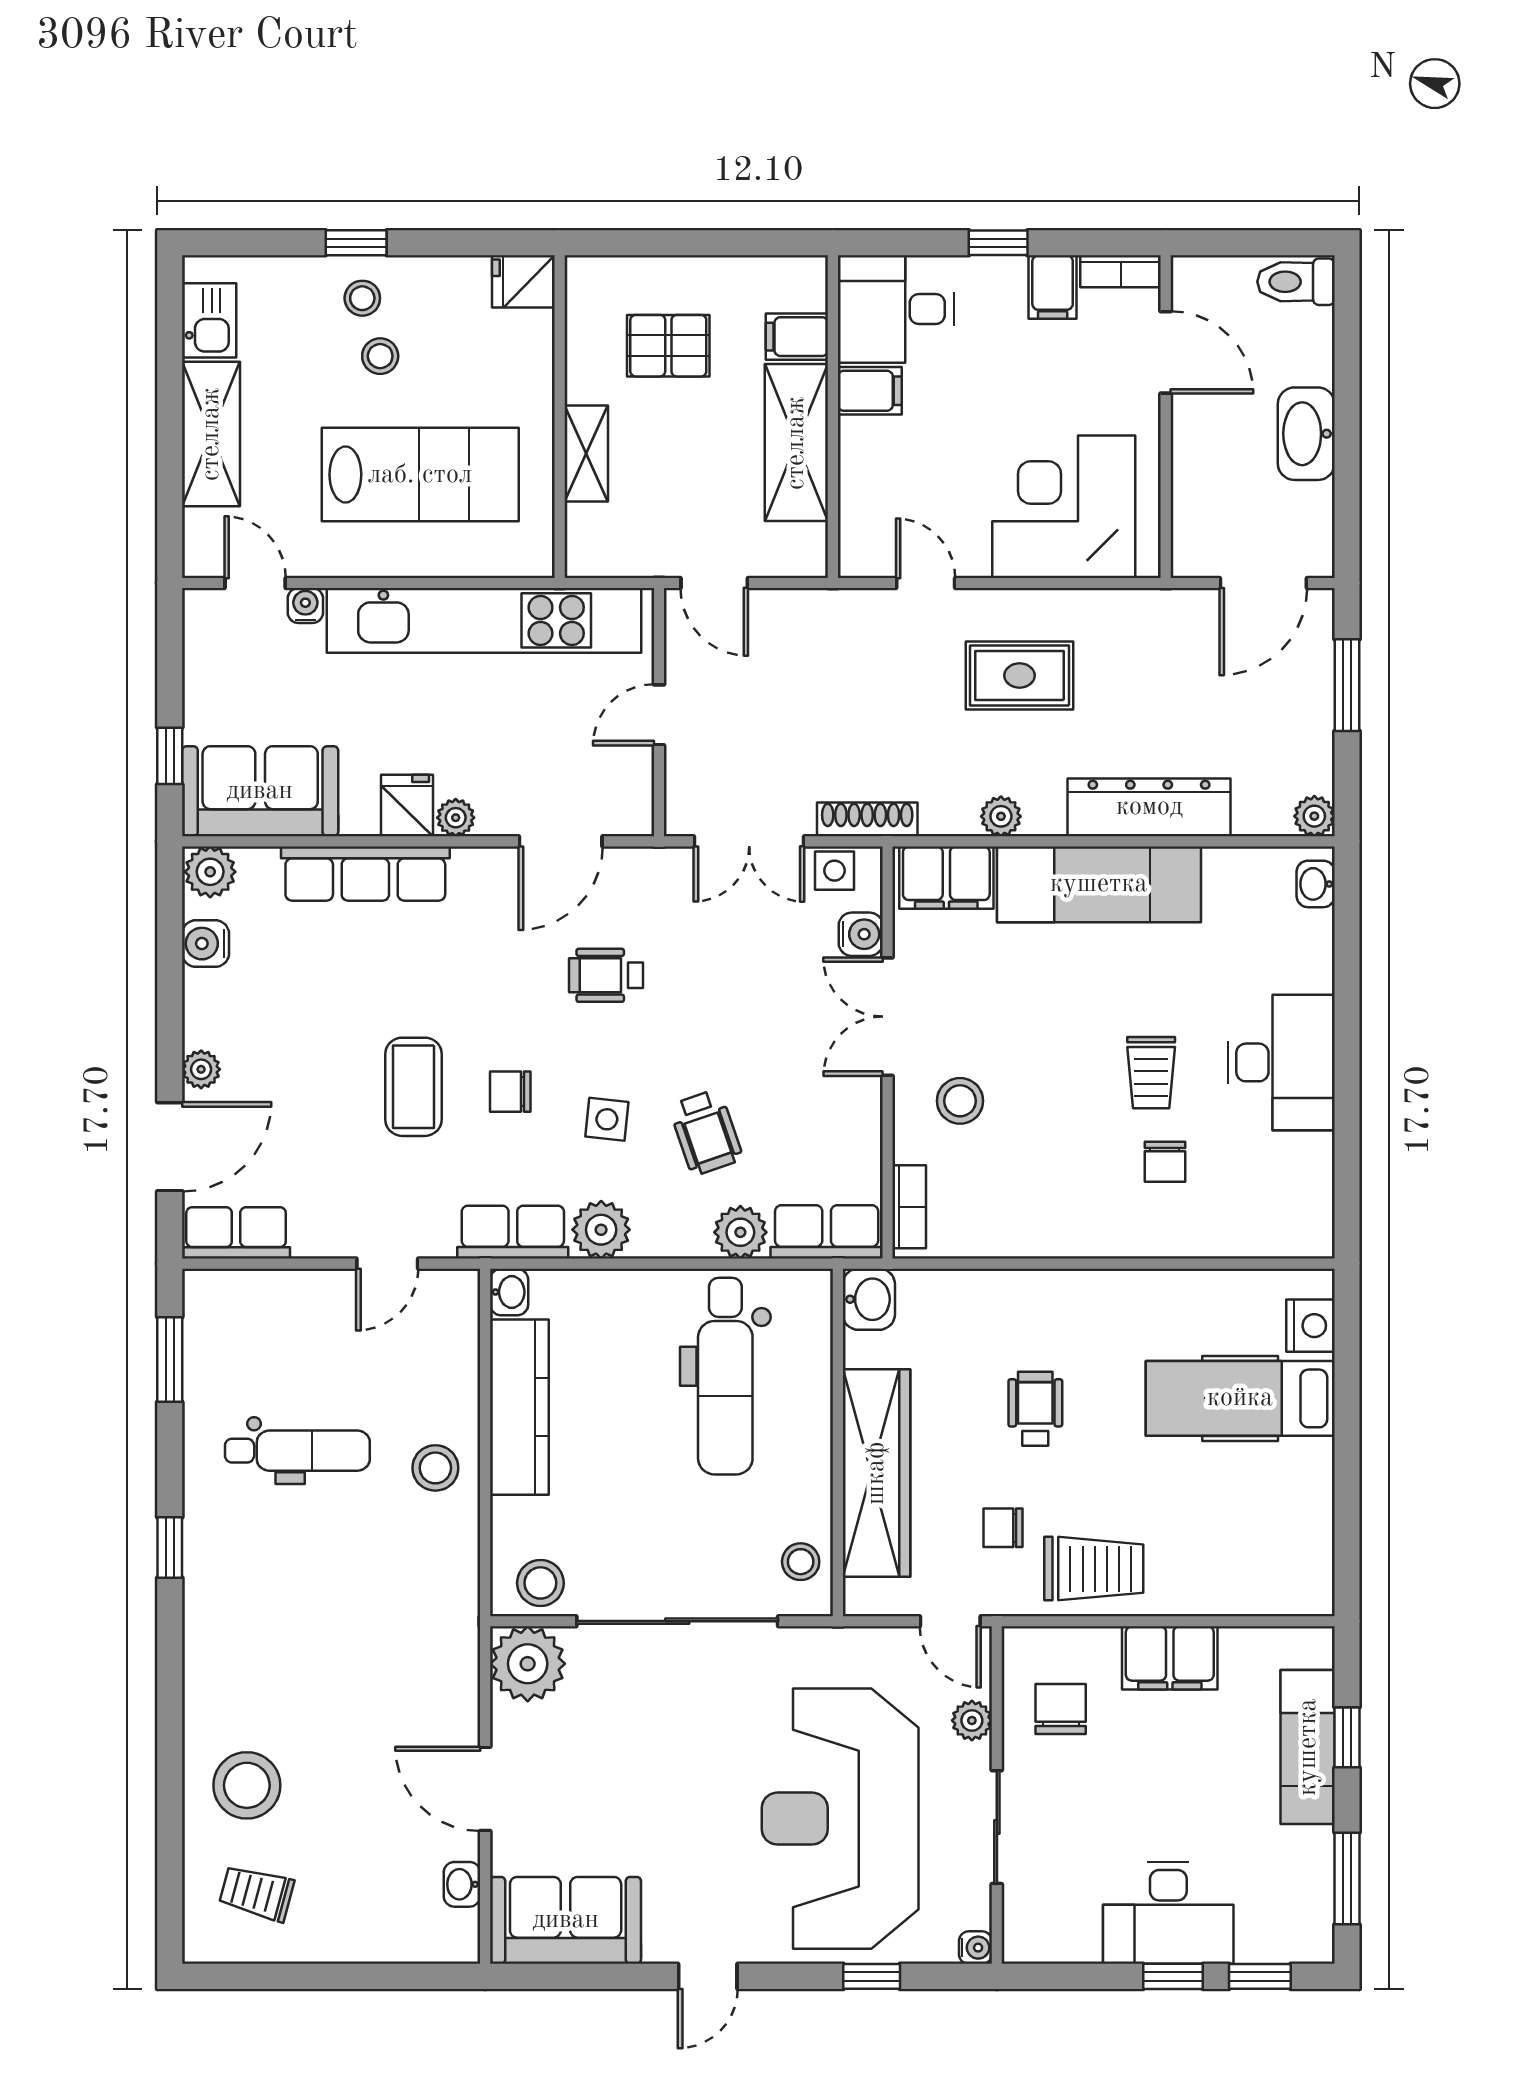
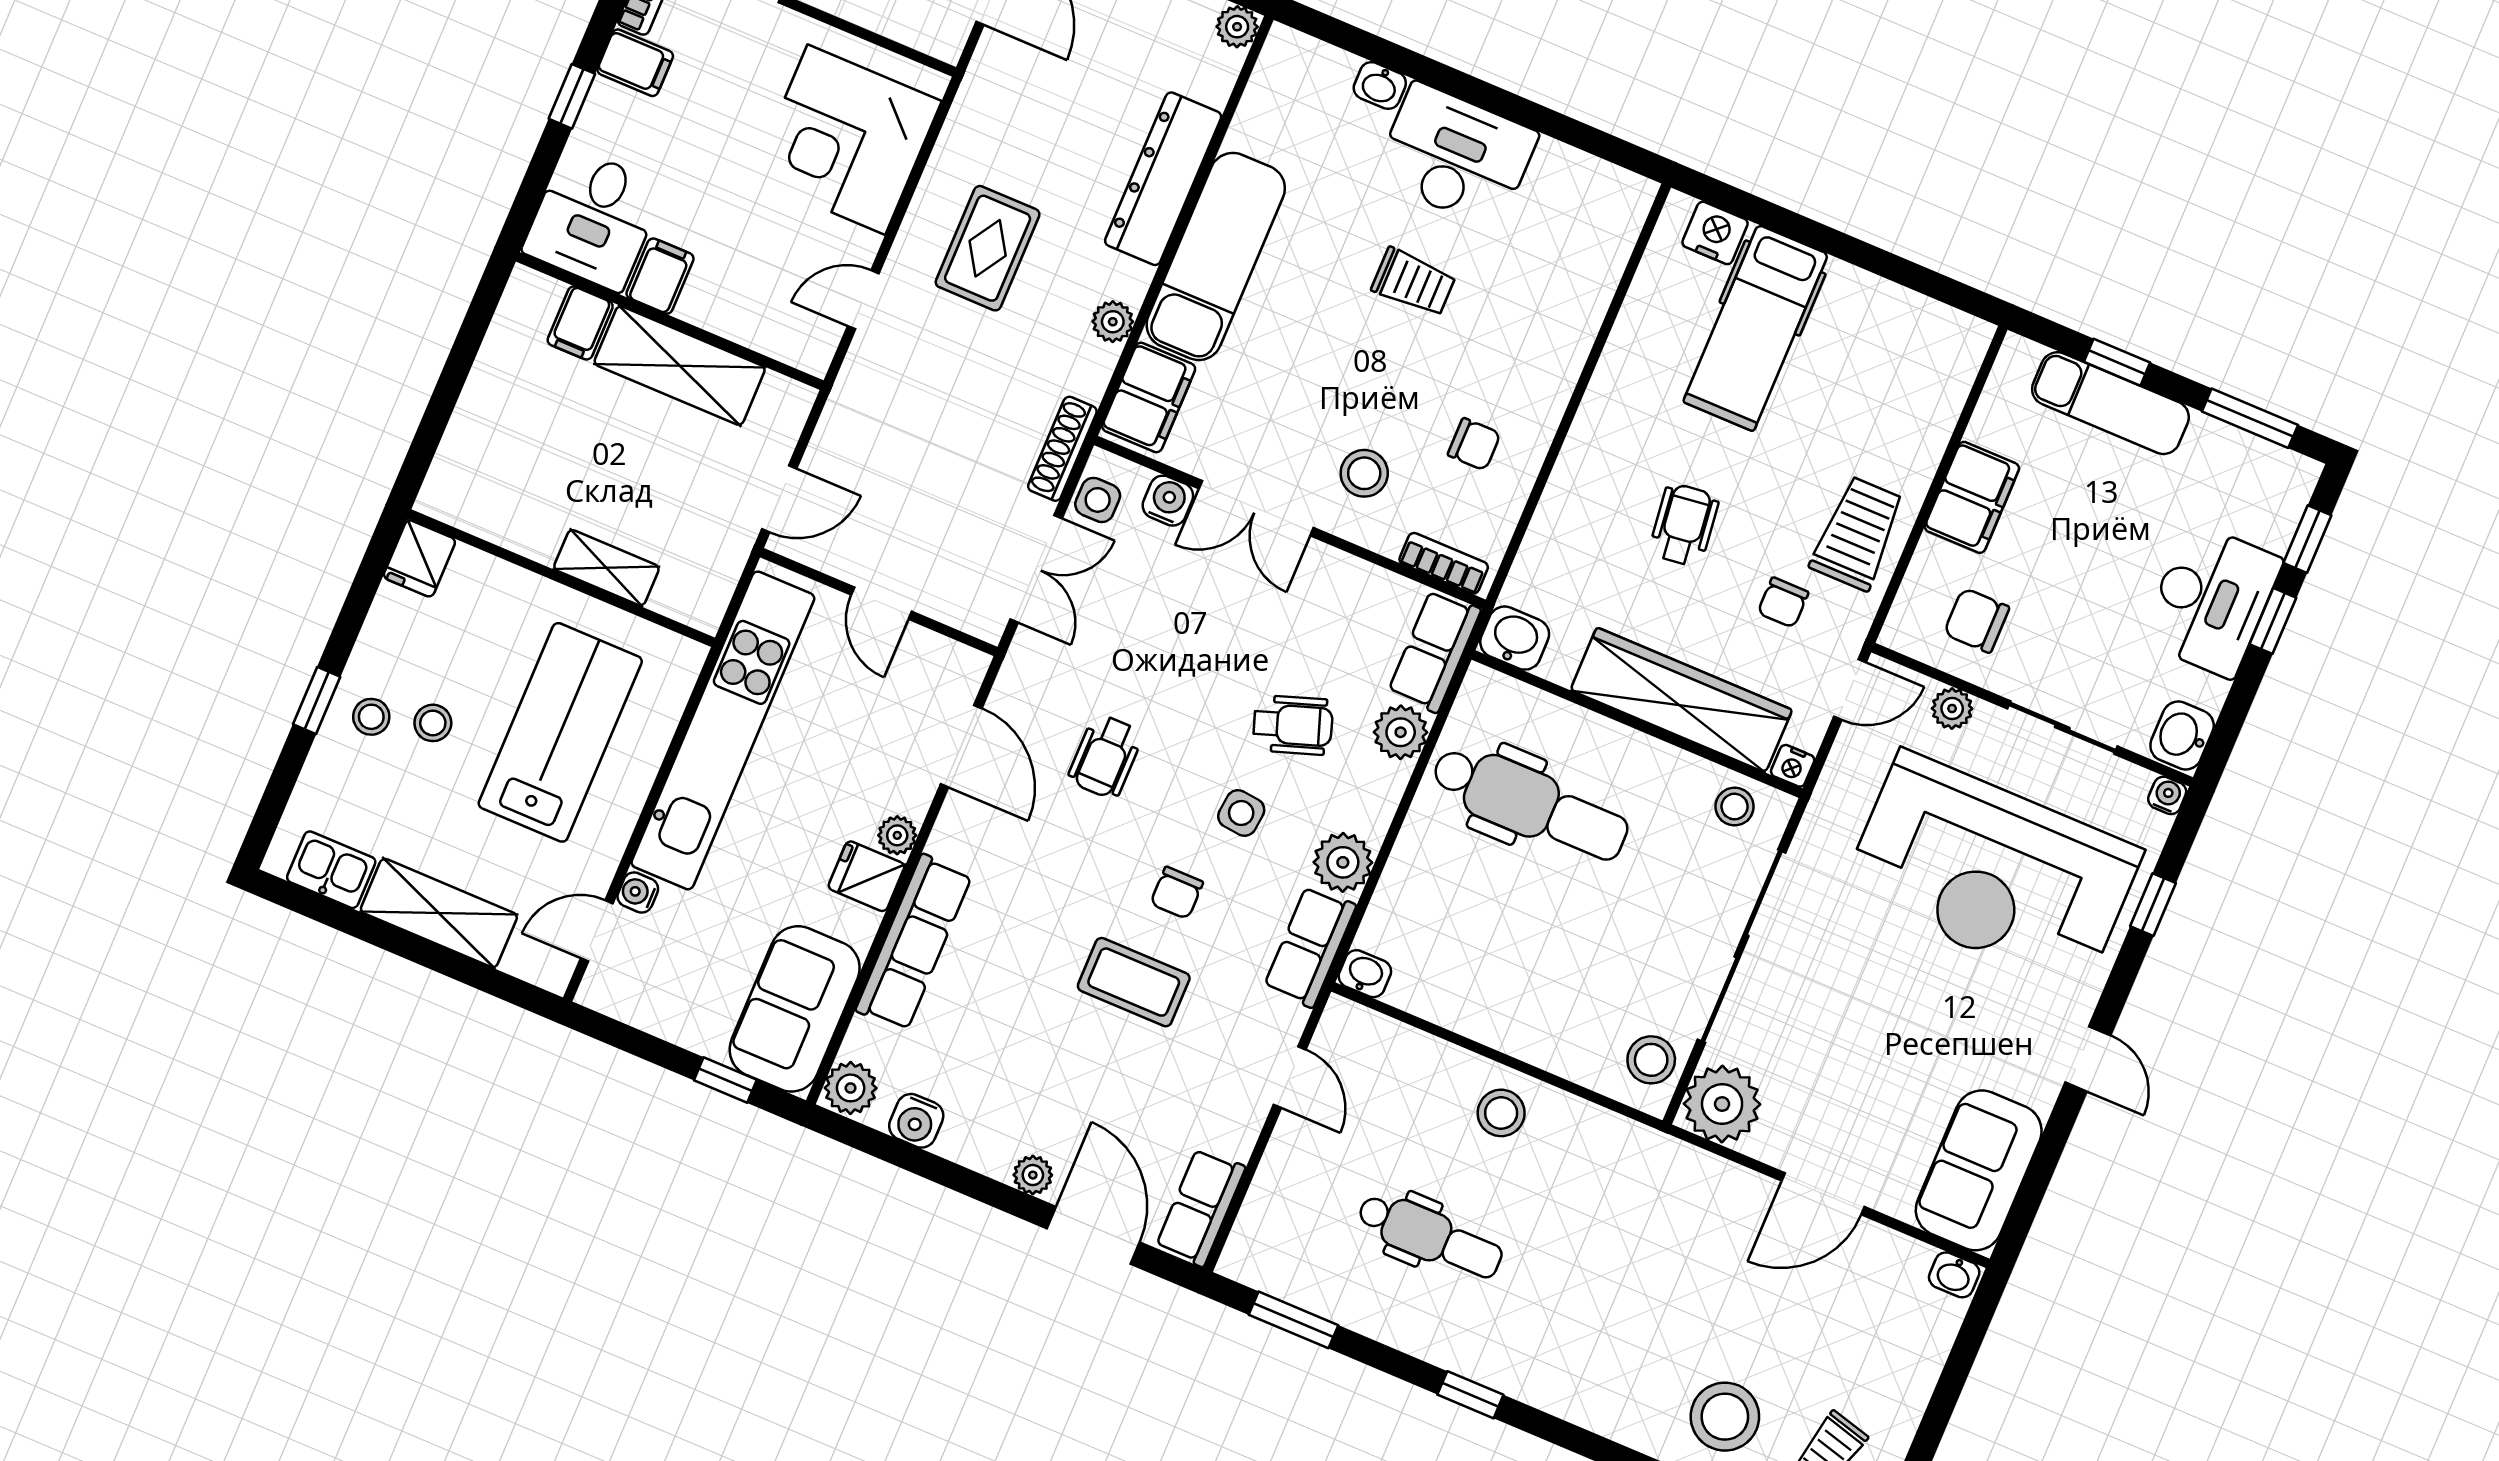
pallet: (668, 346) -> (538, 448), removed
washbasin: (1316, 884) -> (1380, 86), moved
chair: (1165, 1162) -> (1474, 444), moved
kitchen counter: (519, 1407) -> (1477, 1010), removed
wheelchair: (1035, 1409) -> (1684, 525), turned 83
dental chair: (297, 1451) -> (1430, 1236), turned 90
nightstand: (860, 1599) -> (1793, 766), added
washbasin: (462, 1884) -> (1954, 1275), moved
washbasin: (1035, 1938) -> (2182, 736), added

